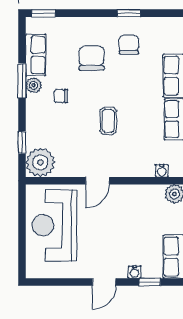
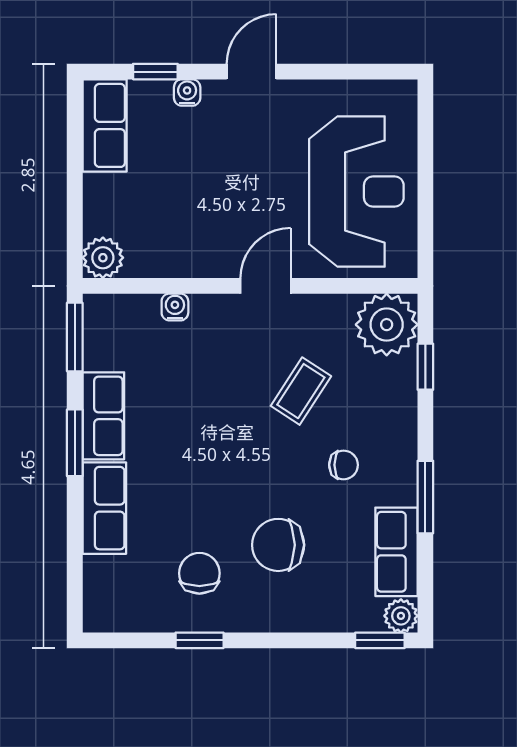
chair: (129, 45) -> (199, 573), turned 180
chair: (92, 58) -> (278, 545), turned 90
plant: (34, 85) -> (401, 616), moved
coffee table: (108, 121) -> (301, 391), moved, turned 33
water cooler: (162, 171) -> (175, 307), moved

